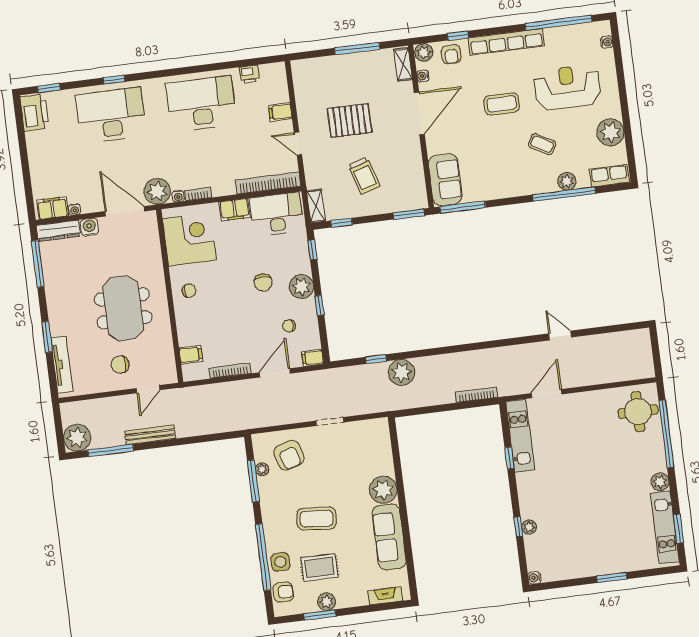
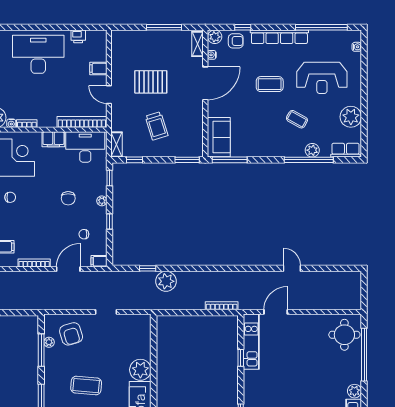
armchair: (451, 54) -> (236, 41), turned -90
reception desk: (567, 87) -> (322, 78), turned 180
plant: (301, 287) -> (102, 201), width x0.53, depth x0.53

